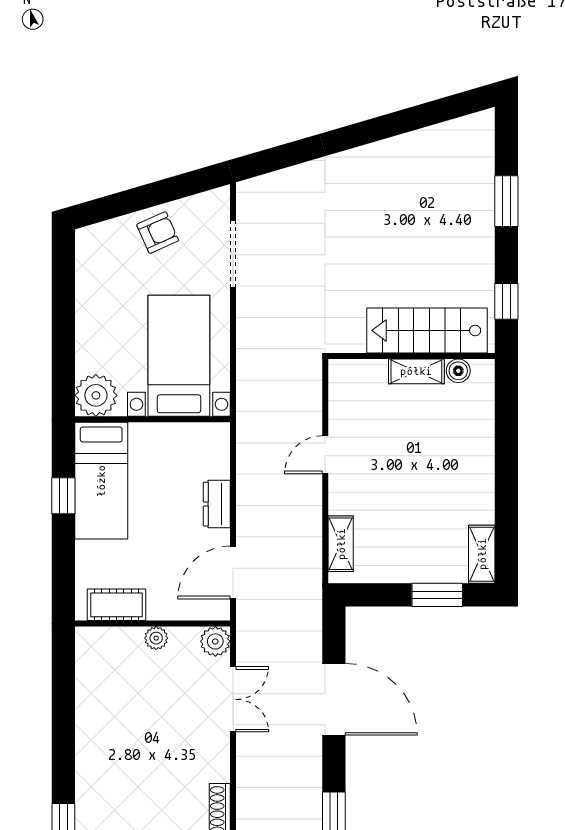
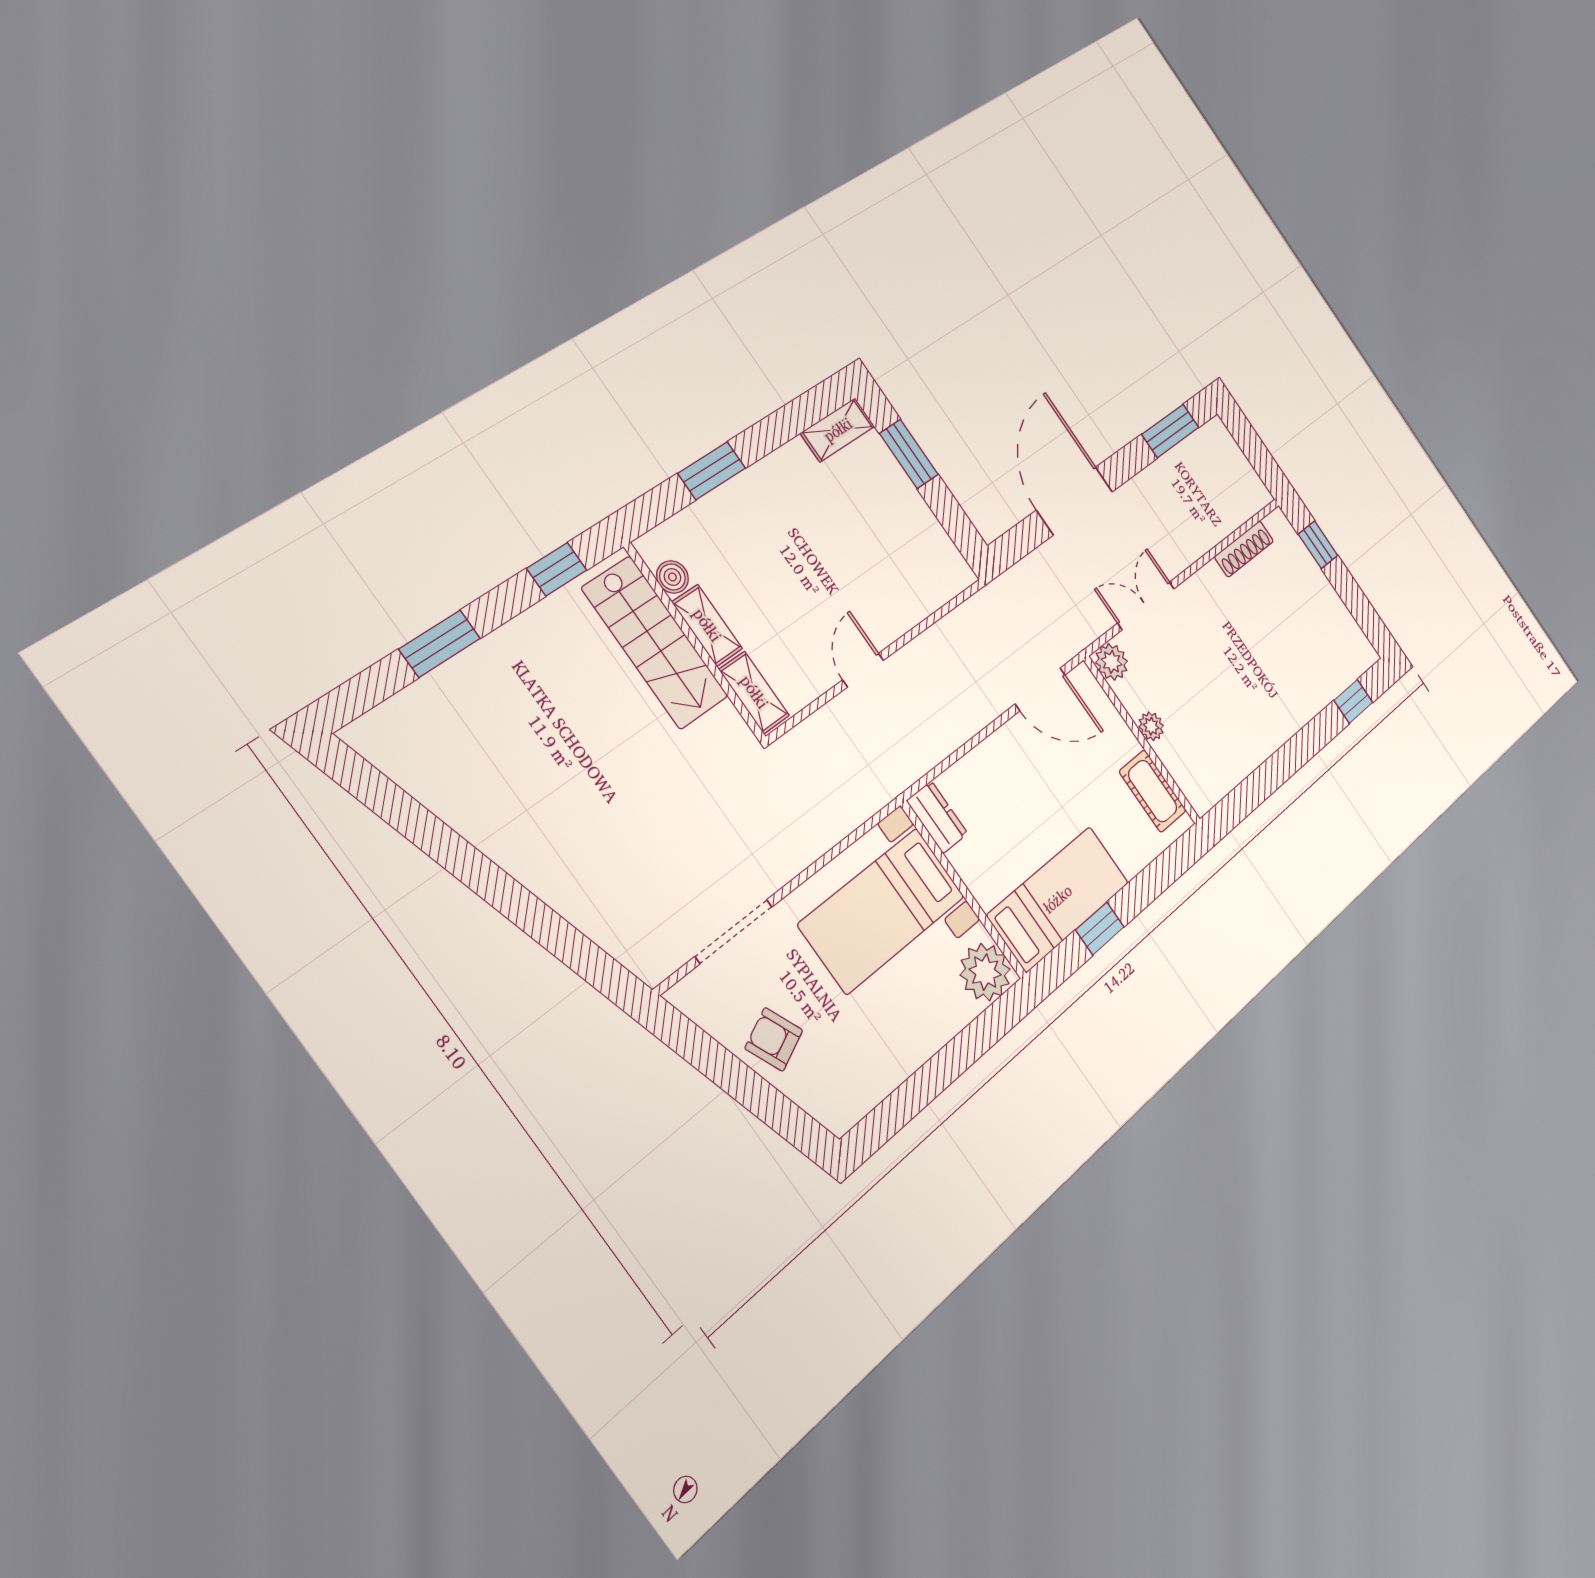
window: (506, 446) -> (712, 471), added
door: (325, 455) -> (863, 670), swing flipped
dresser: (217, 504) -> (937, 817), moved, turned -90
shelving: (341, 544) -> (754, 692), moved, turned 90

